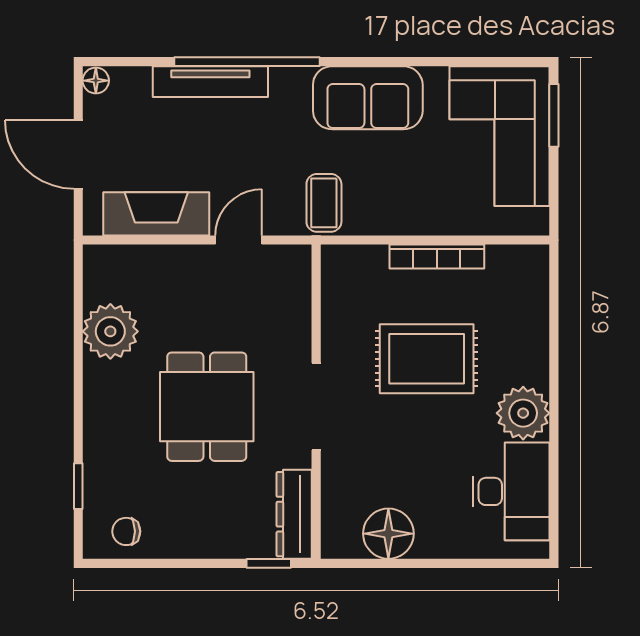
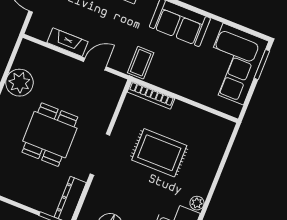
fireplace: (156, 214) -> (67, 42), width x0.73, depth x0.76
bookcase: (437, 257) -> (151, 95), moved
plant: (523, 413) -> (197, 203), width x0.53, depth x0.53

